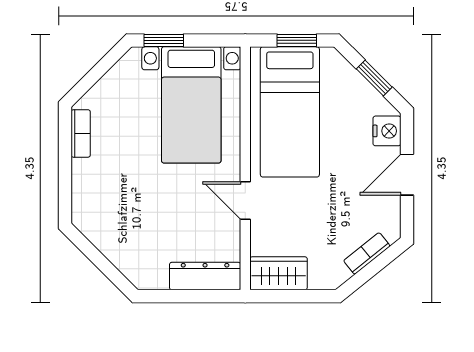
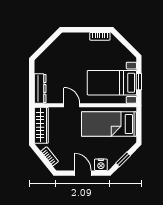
window: (164, 40) -> (139, 82), moved
window: (297, 40) -> (139, 127), removed
door: (245, 200) -> (72, 105), hinge flipped
wardrobe: (279, 273) -> (41, 125), width x1.50

